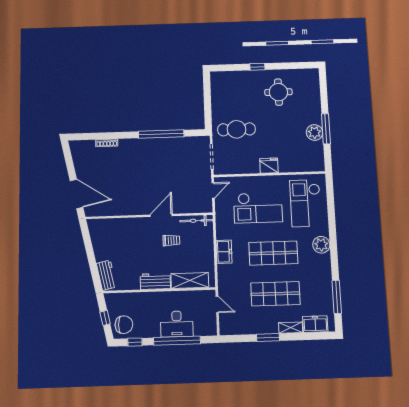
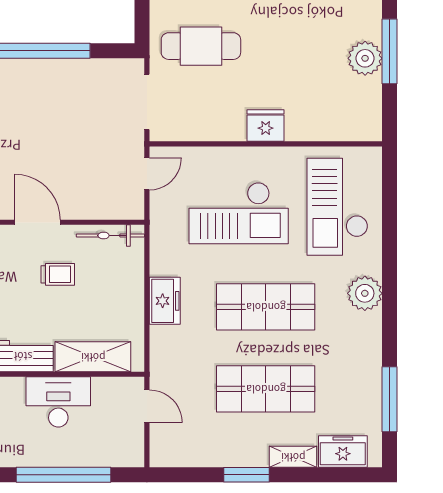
door: (161, 215) -> (38, 222), hinge flipped
desk: (177, 324) -> (58, 402), moved, turned 180

